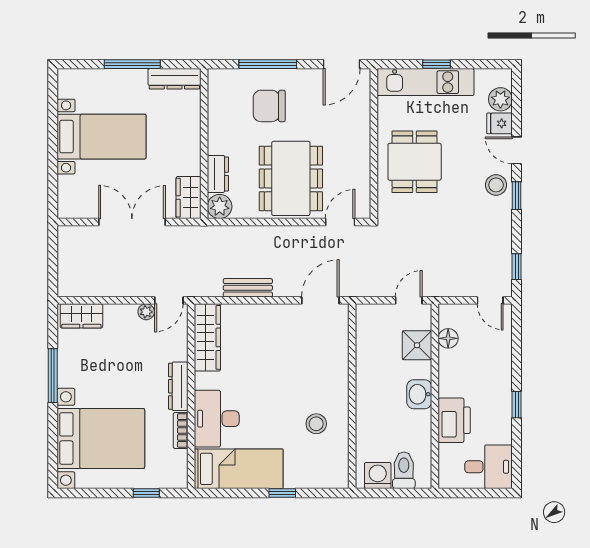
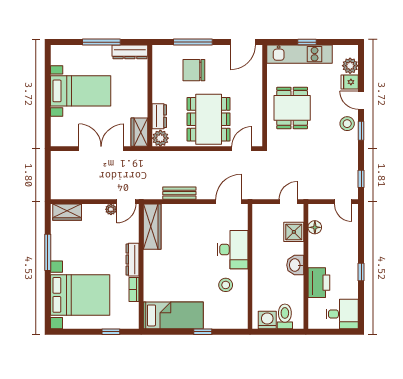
desk: (217, 419) -> (233, 250), moved, turned 180

